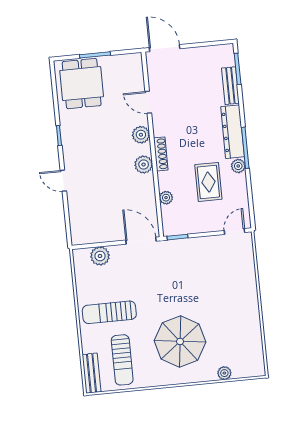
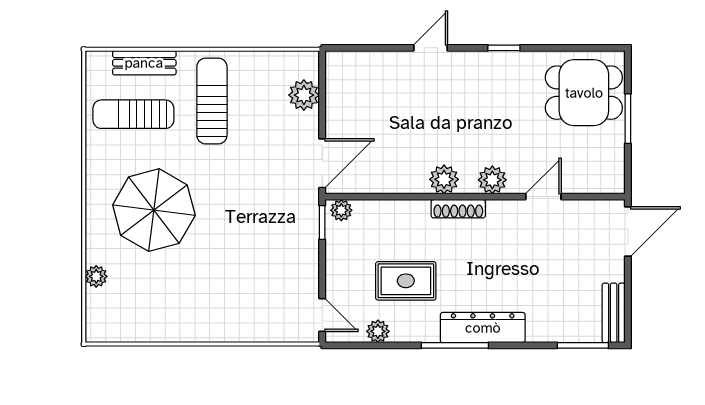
bench: (230, 86) -> (614, 313), moved, turned 90
plant: (238, 166) -> (378, 331), moved
plant: (166, 198) -> (341, 210), moved
bench: (92, 373) -> (144, 63), moved

